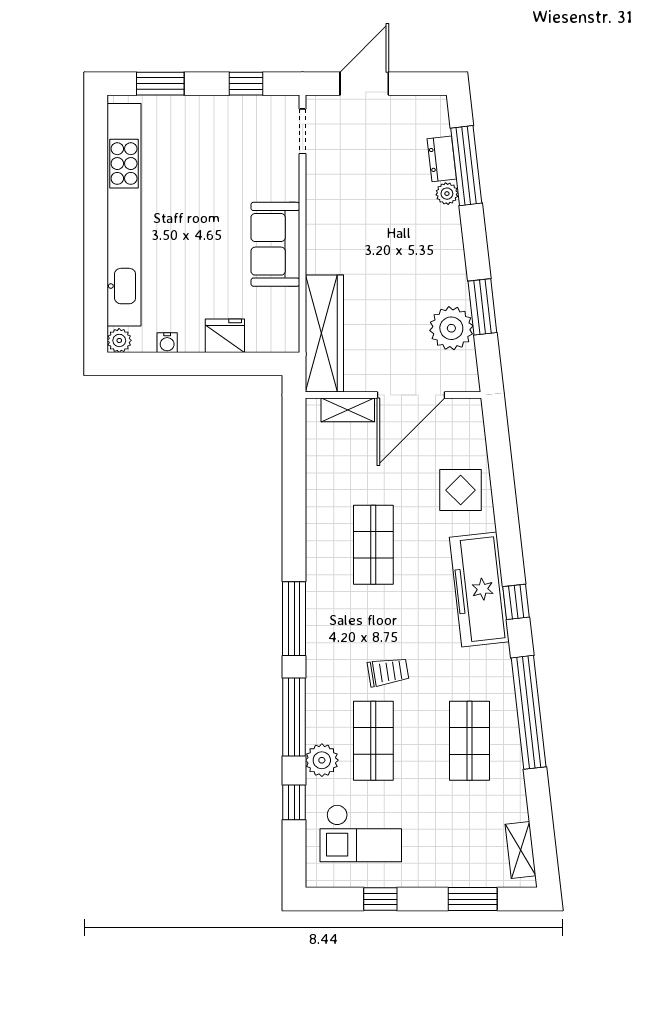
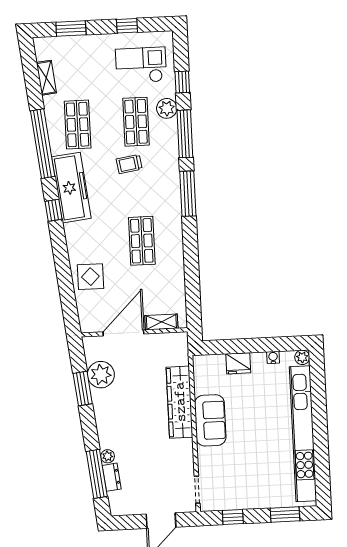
wardrobe: (324, 334) -> (180, 402), moved
freezer: (479, 589) -> (71, 188), moved
shelving: (520, 850) -> (46, 78), moved

